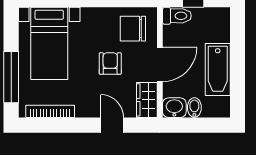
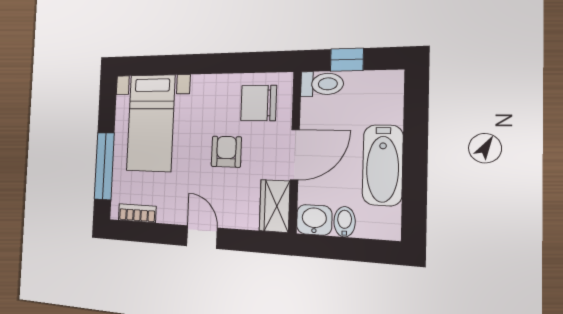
bookcase: (50, 111) -> (137, 213), width x0.64
door: (112, 125) -> (202, 237), moved

